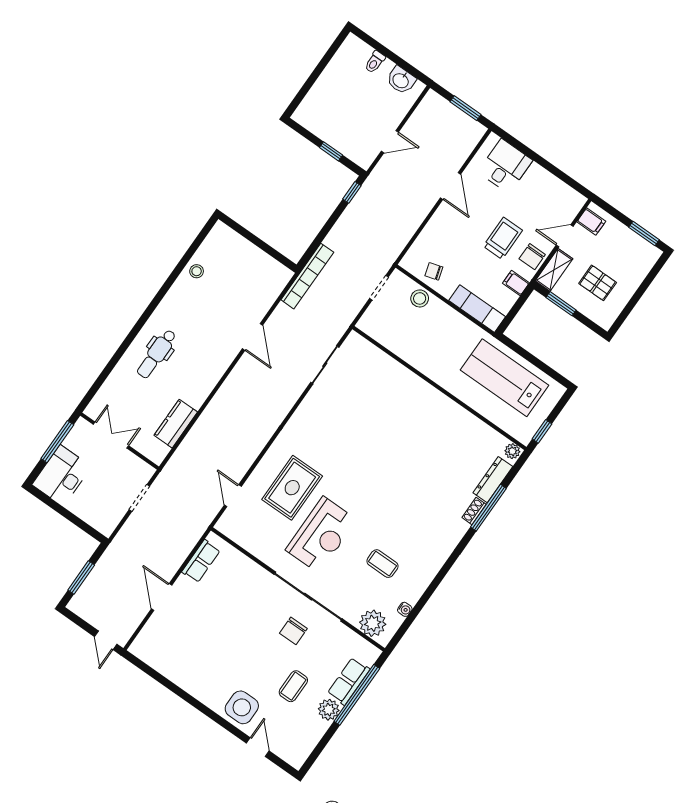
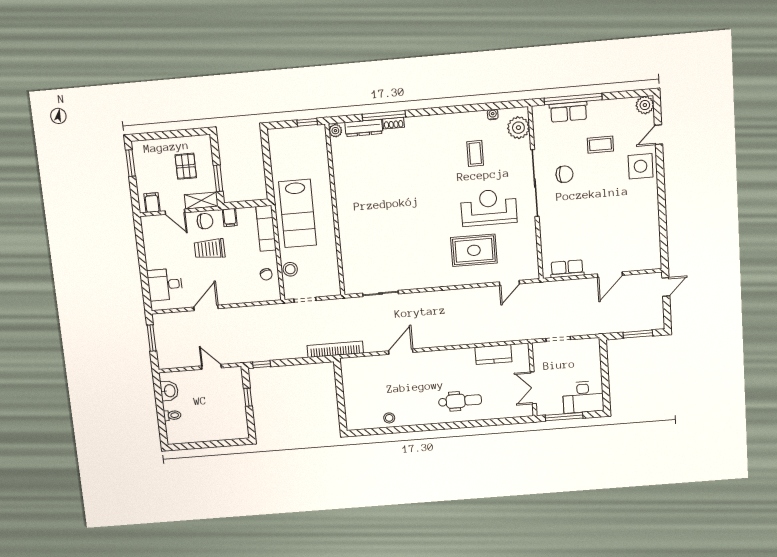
lab bench: (505, 378) -> (298, 213), moved
plant: (329, 710) -> (645, 105), moved

